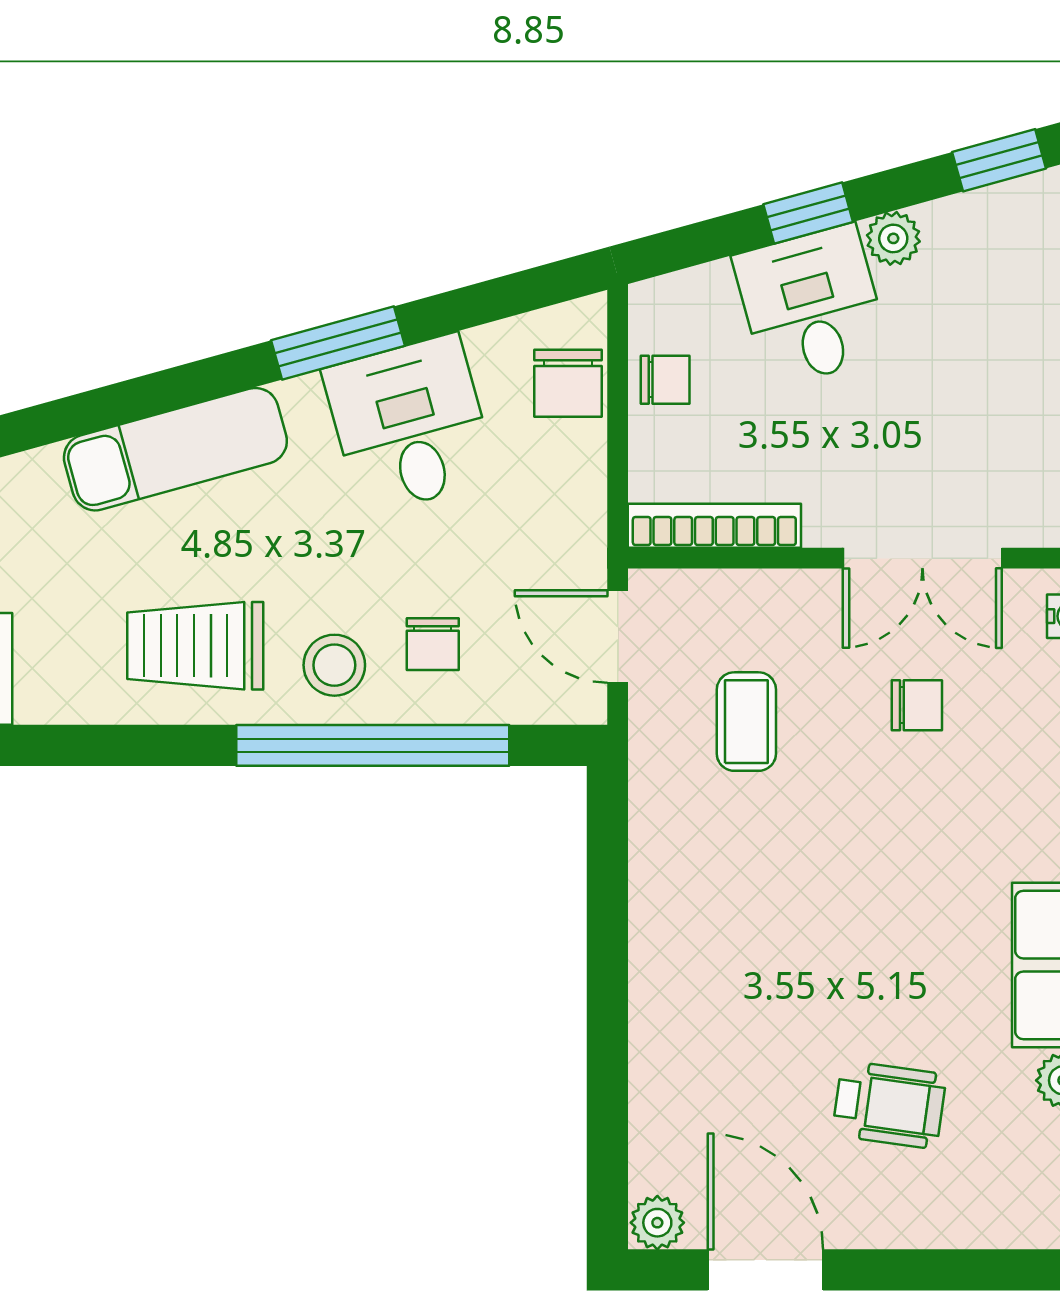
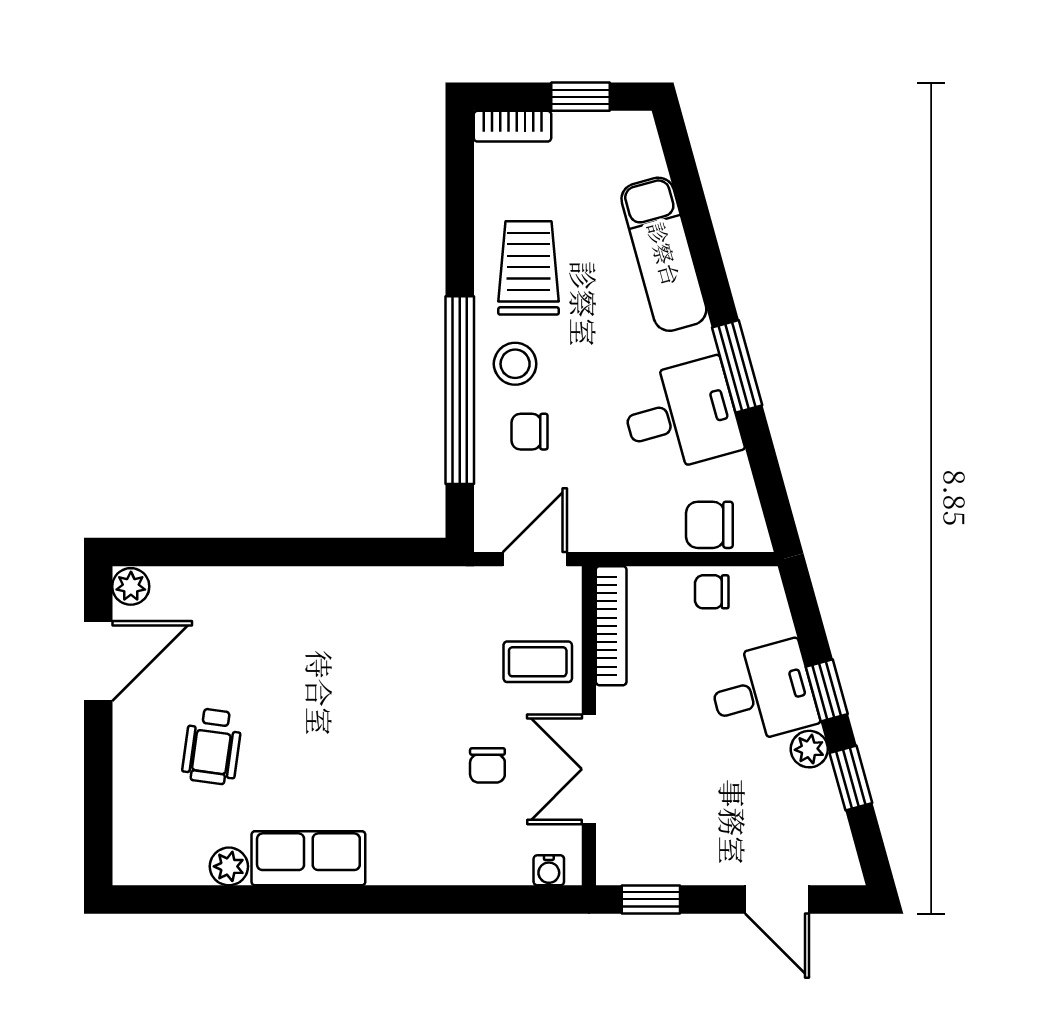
window: (999, 160) -> (851, 778), moved
chair: (665, 380) -> (712, 592), turned 90
coffee table: (746, 722) -> (538, 662), moved

